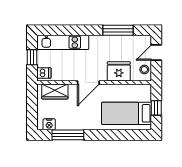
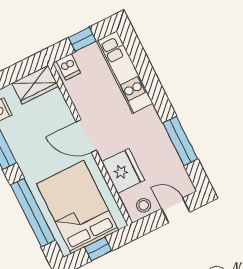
wardrobe: (55, 92) -> (35, 85), moved, turned -90
bed: (126, 113) -> (77, 207), width x1.50
window: (117, 135) -> (33, 213), added

